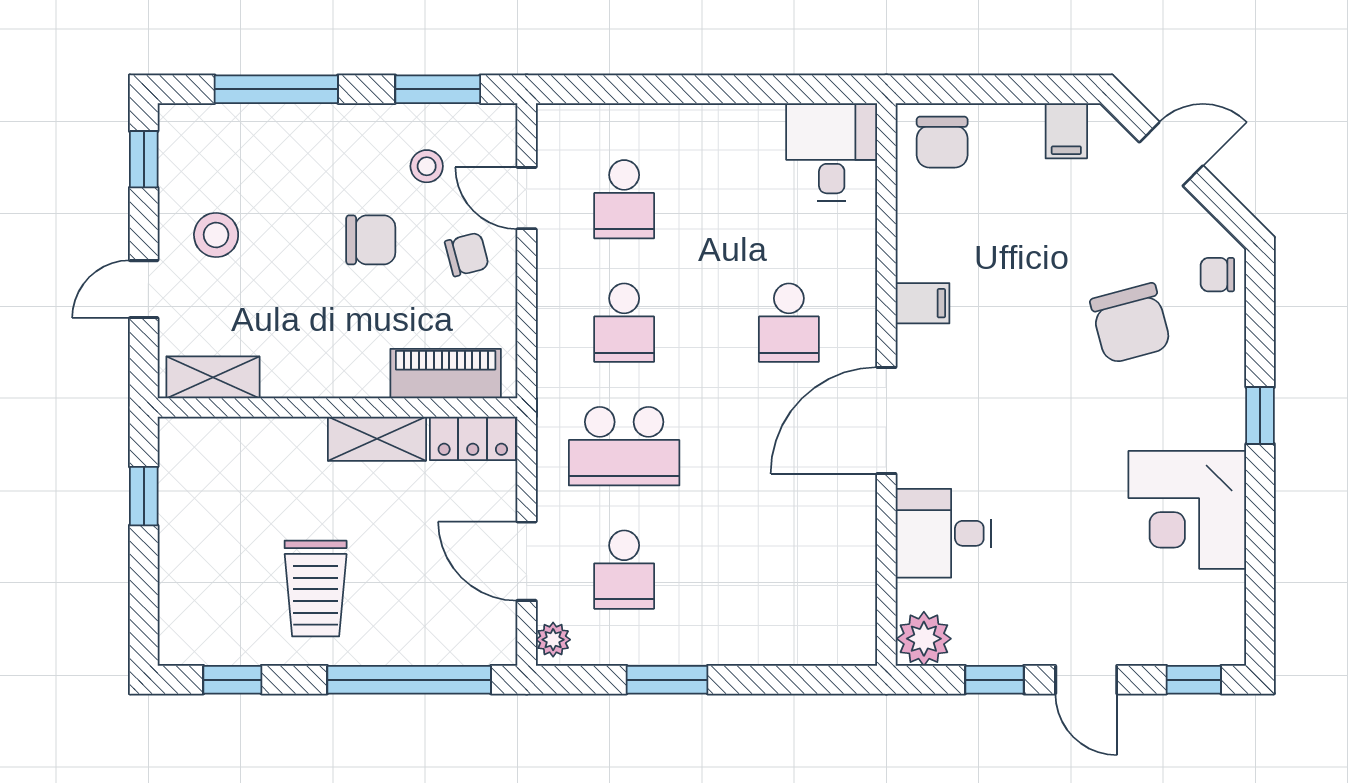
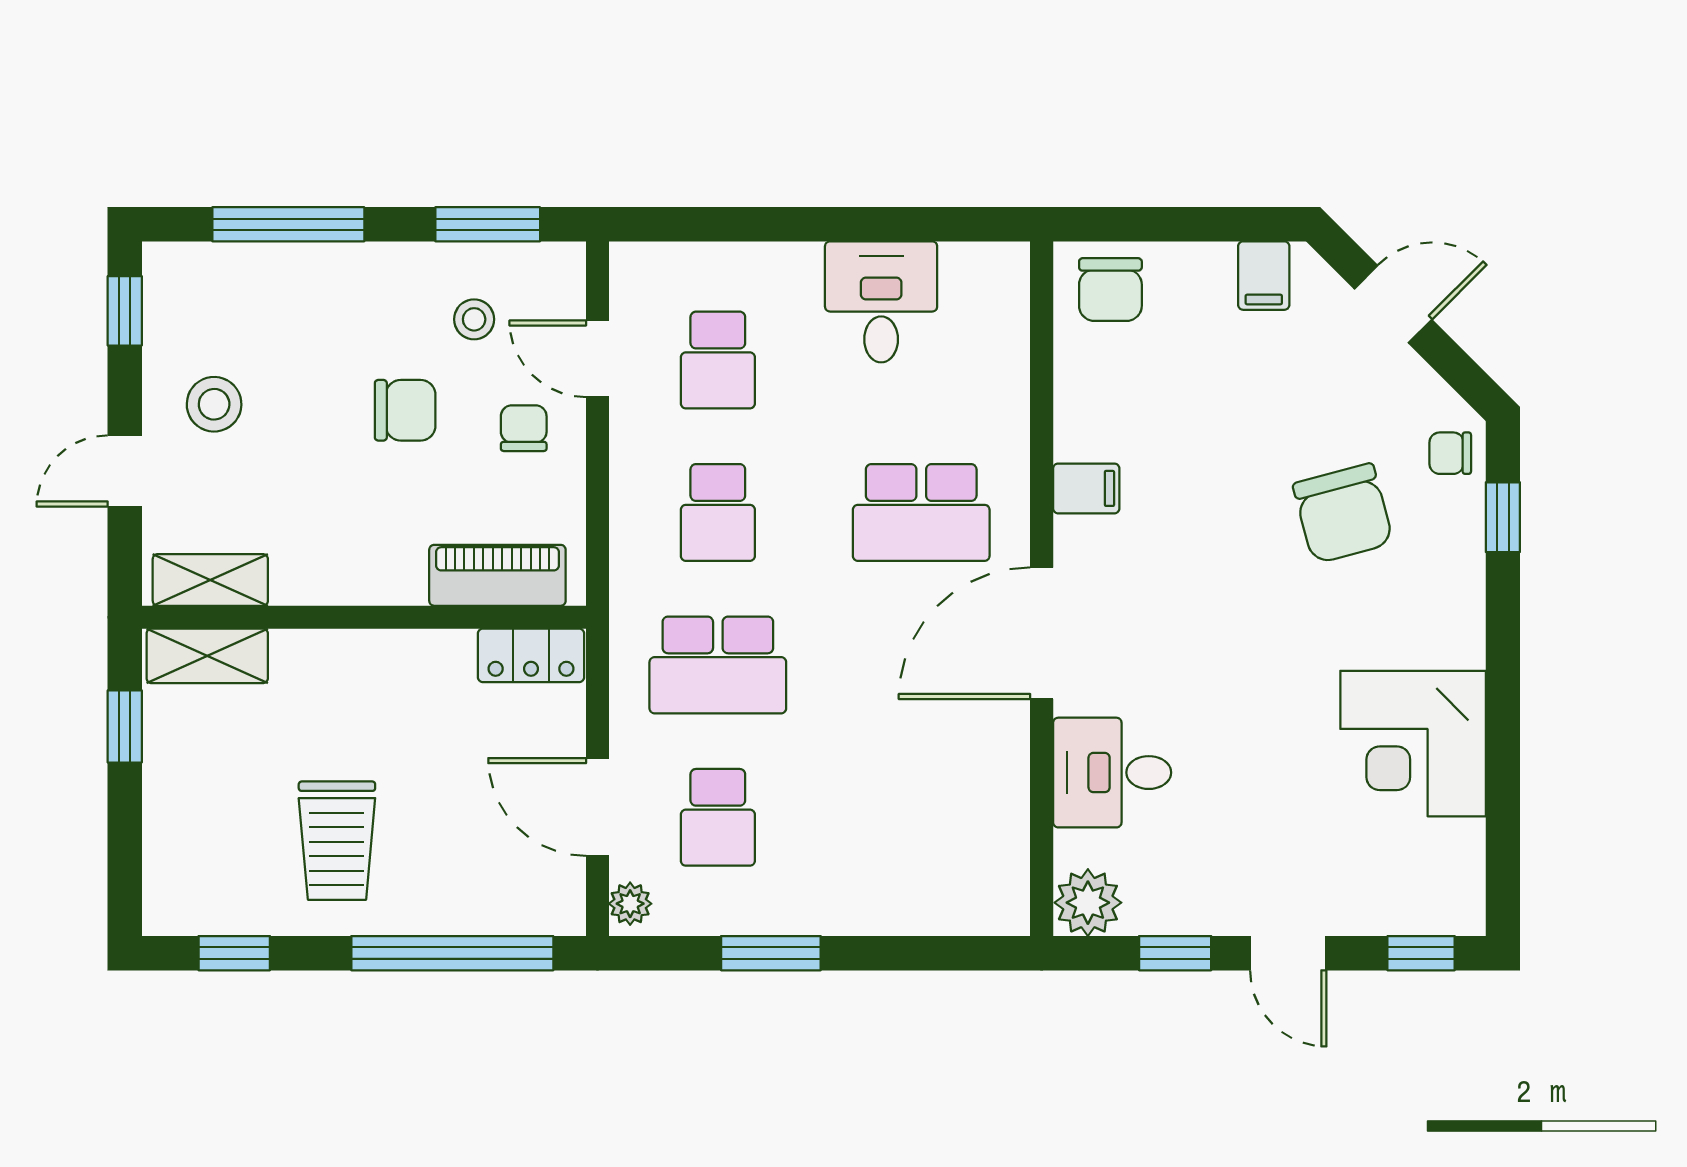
desk: (832, 152) -> (881, 302), moved
chair: (467, 254) -> (524, 428), turned -75
school desk: (789, 323) -> (921, 513), width x1.85
window: (1260, 415) -> (1503, 517), moved
shelving: (377, 439) -> (207, 656), moved

